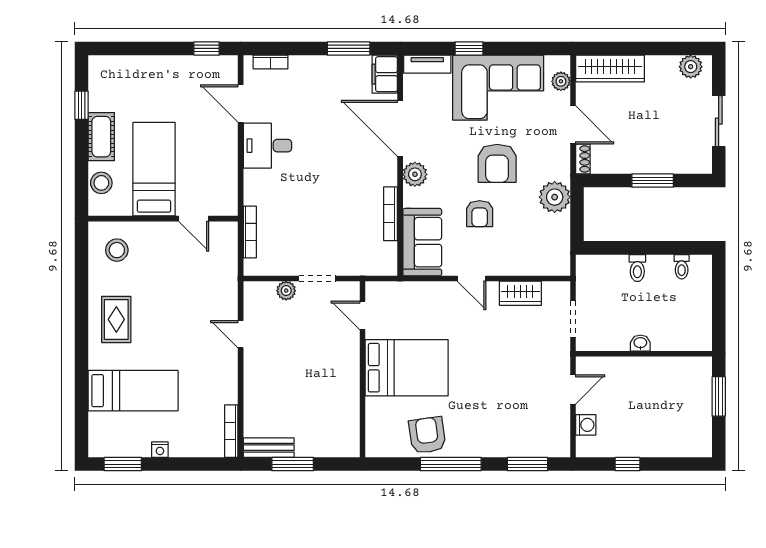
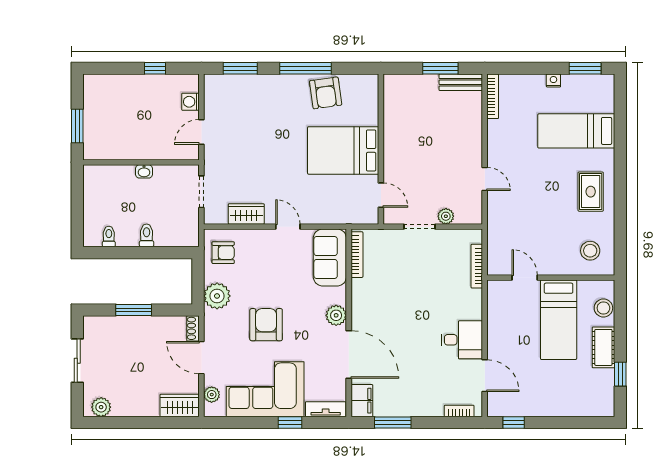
wardrobe: (610, 68) -> (180, 406), width x0.67
bookcase: (391, 214) -> (357, 255), moved
armchair: (480, 214) -> (223, 253), moved, turned 90

